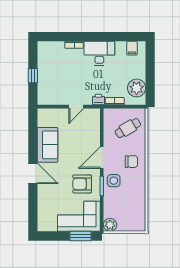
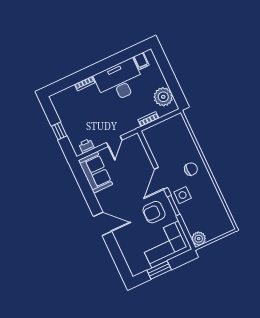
desk: (99, 53) -> (119, 81), width x1.36, depth x1.30
printer: (98, 100) -> (86, 146), moved
cafe table: (128, 128) -> (173, 139), removed
sofa: (48, 145) -> (95, 172), moved
window: (81, 236) -> (159, 270), moved

